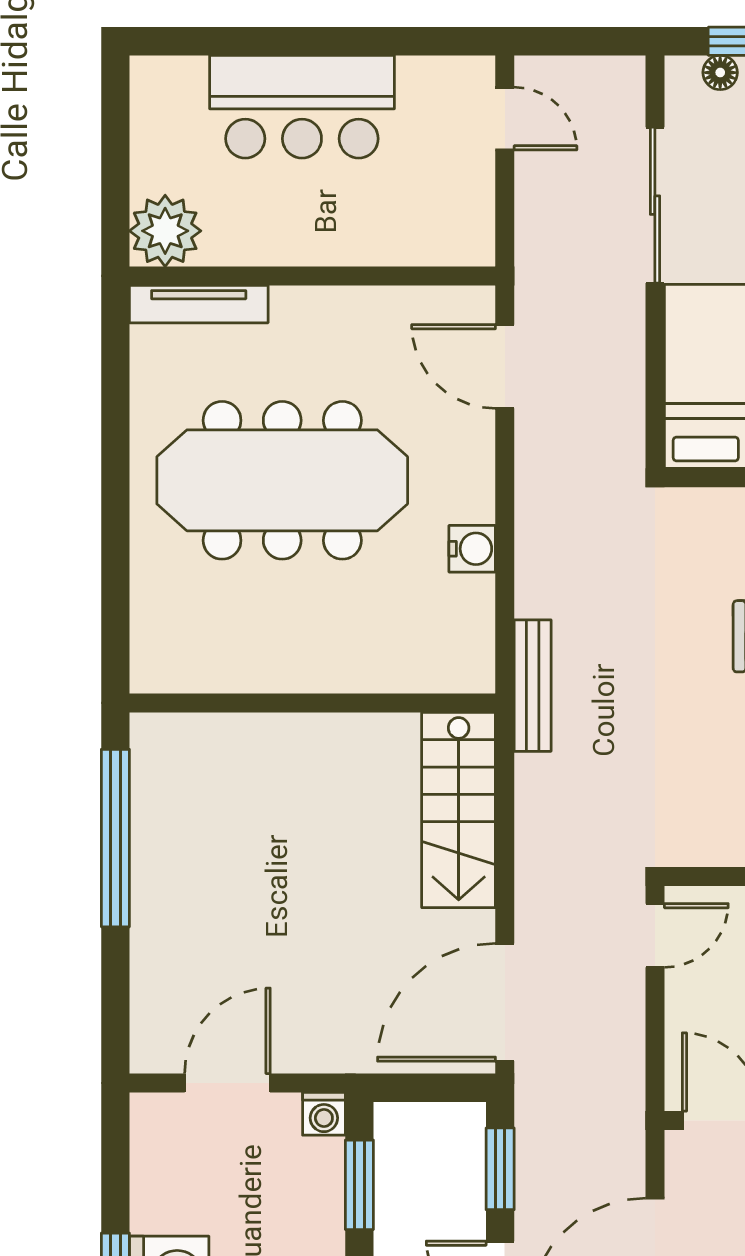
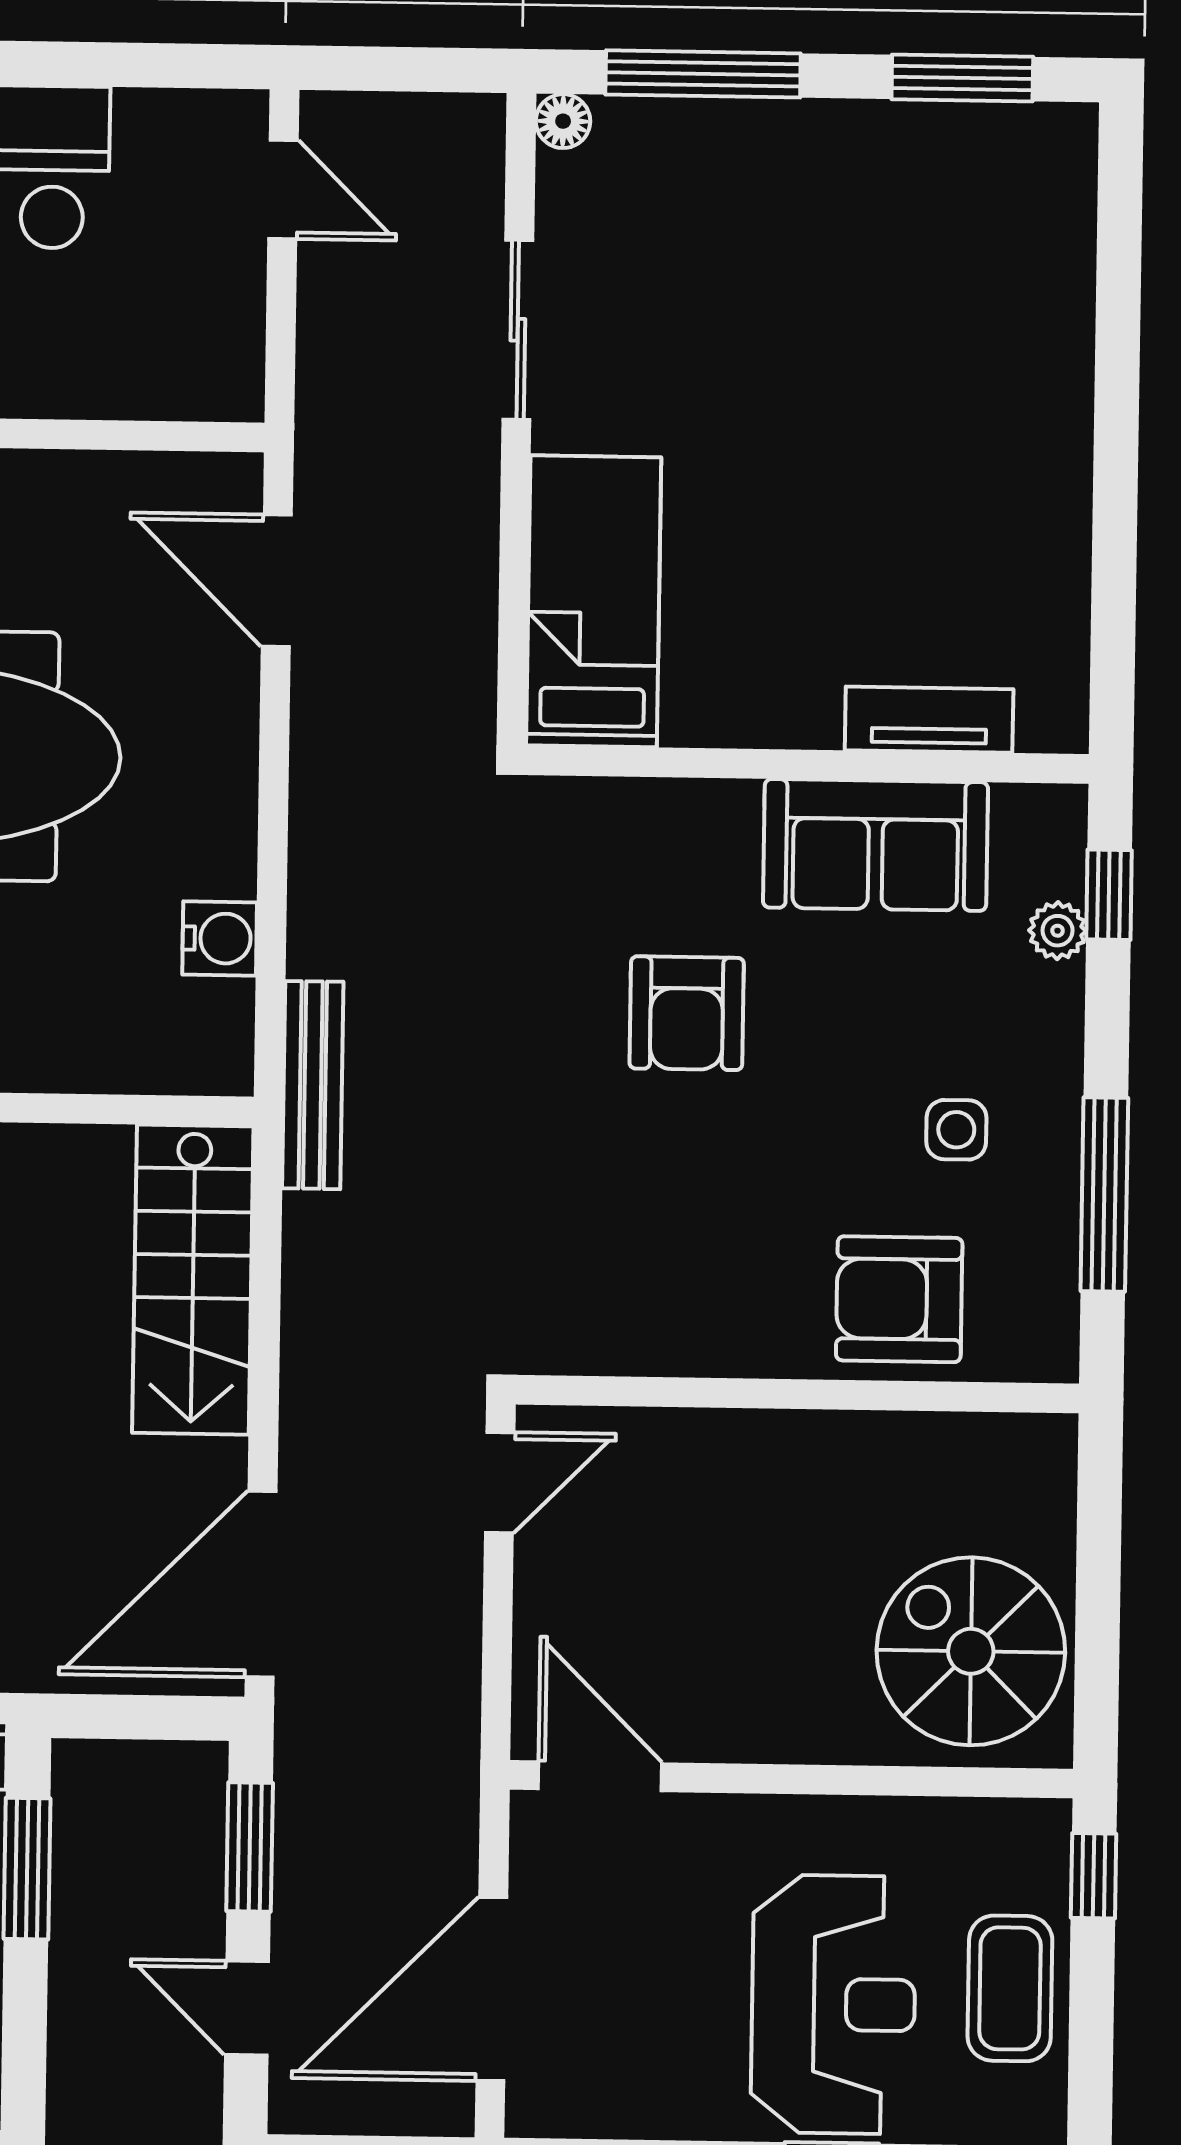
floor lamp: (720, 73) -> (563, 121), moved
sliding door: (655, 205) -> (518, 330), width x0.73
water cooler: (472, 549) -> (220, 938), moved

